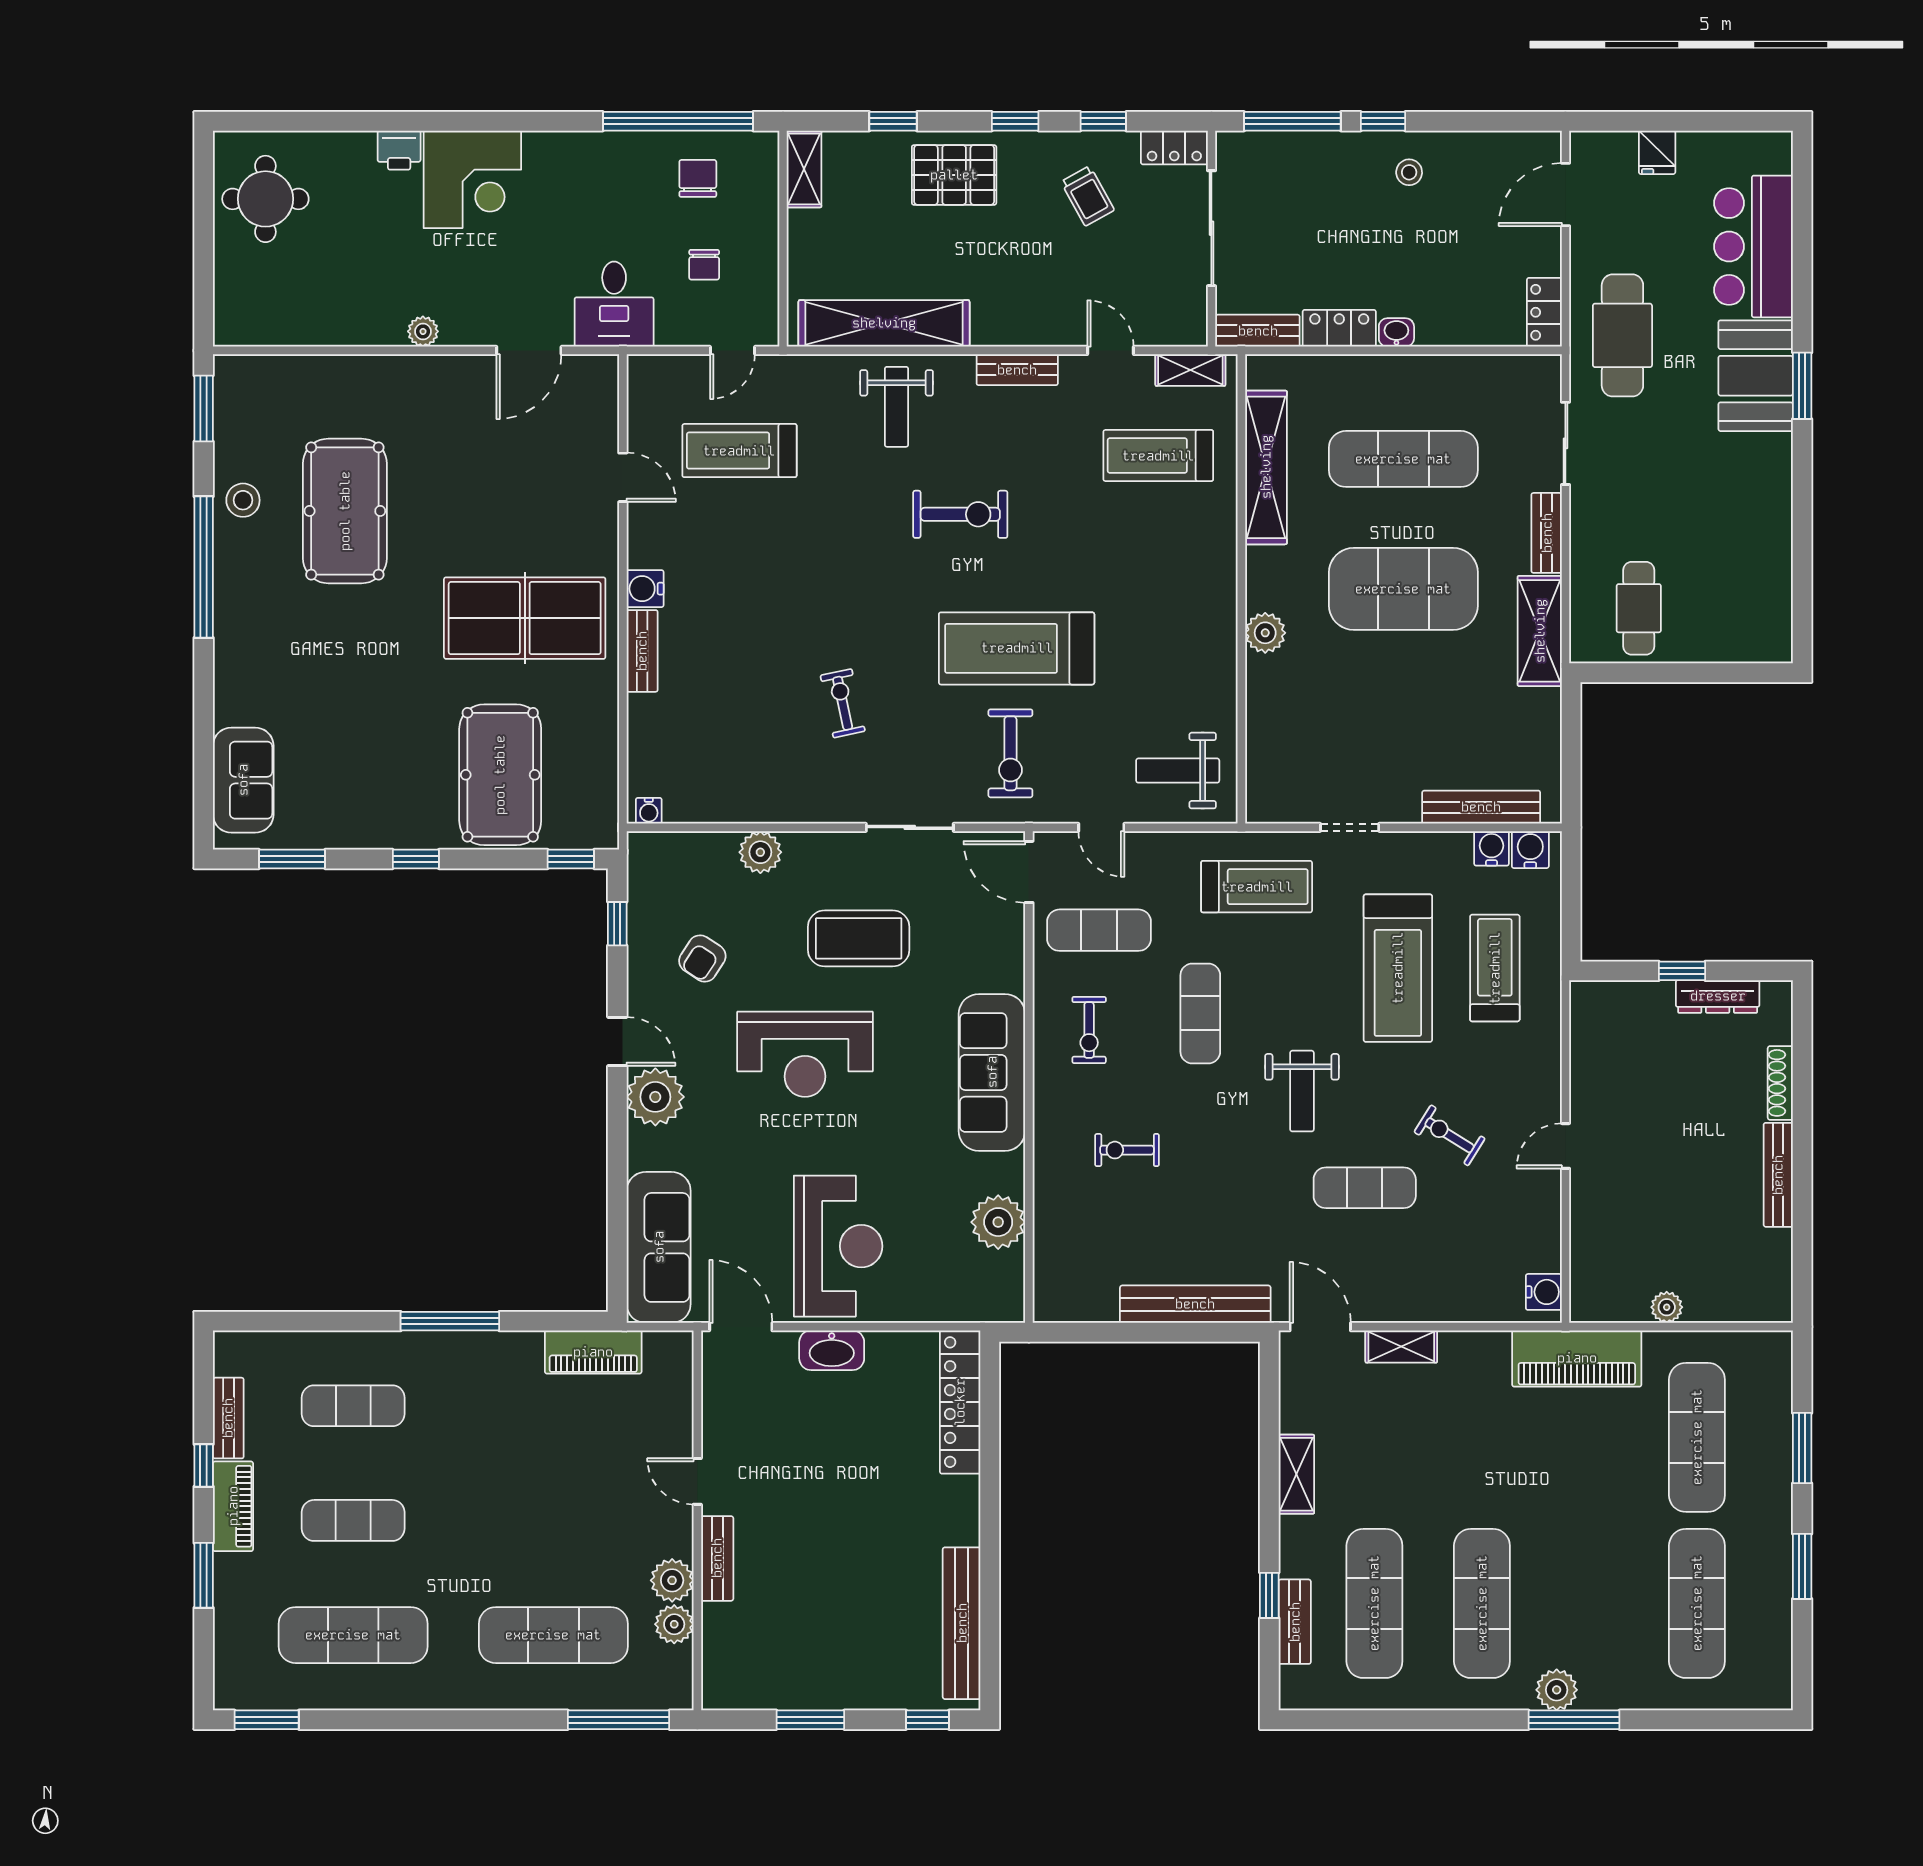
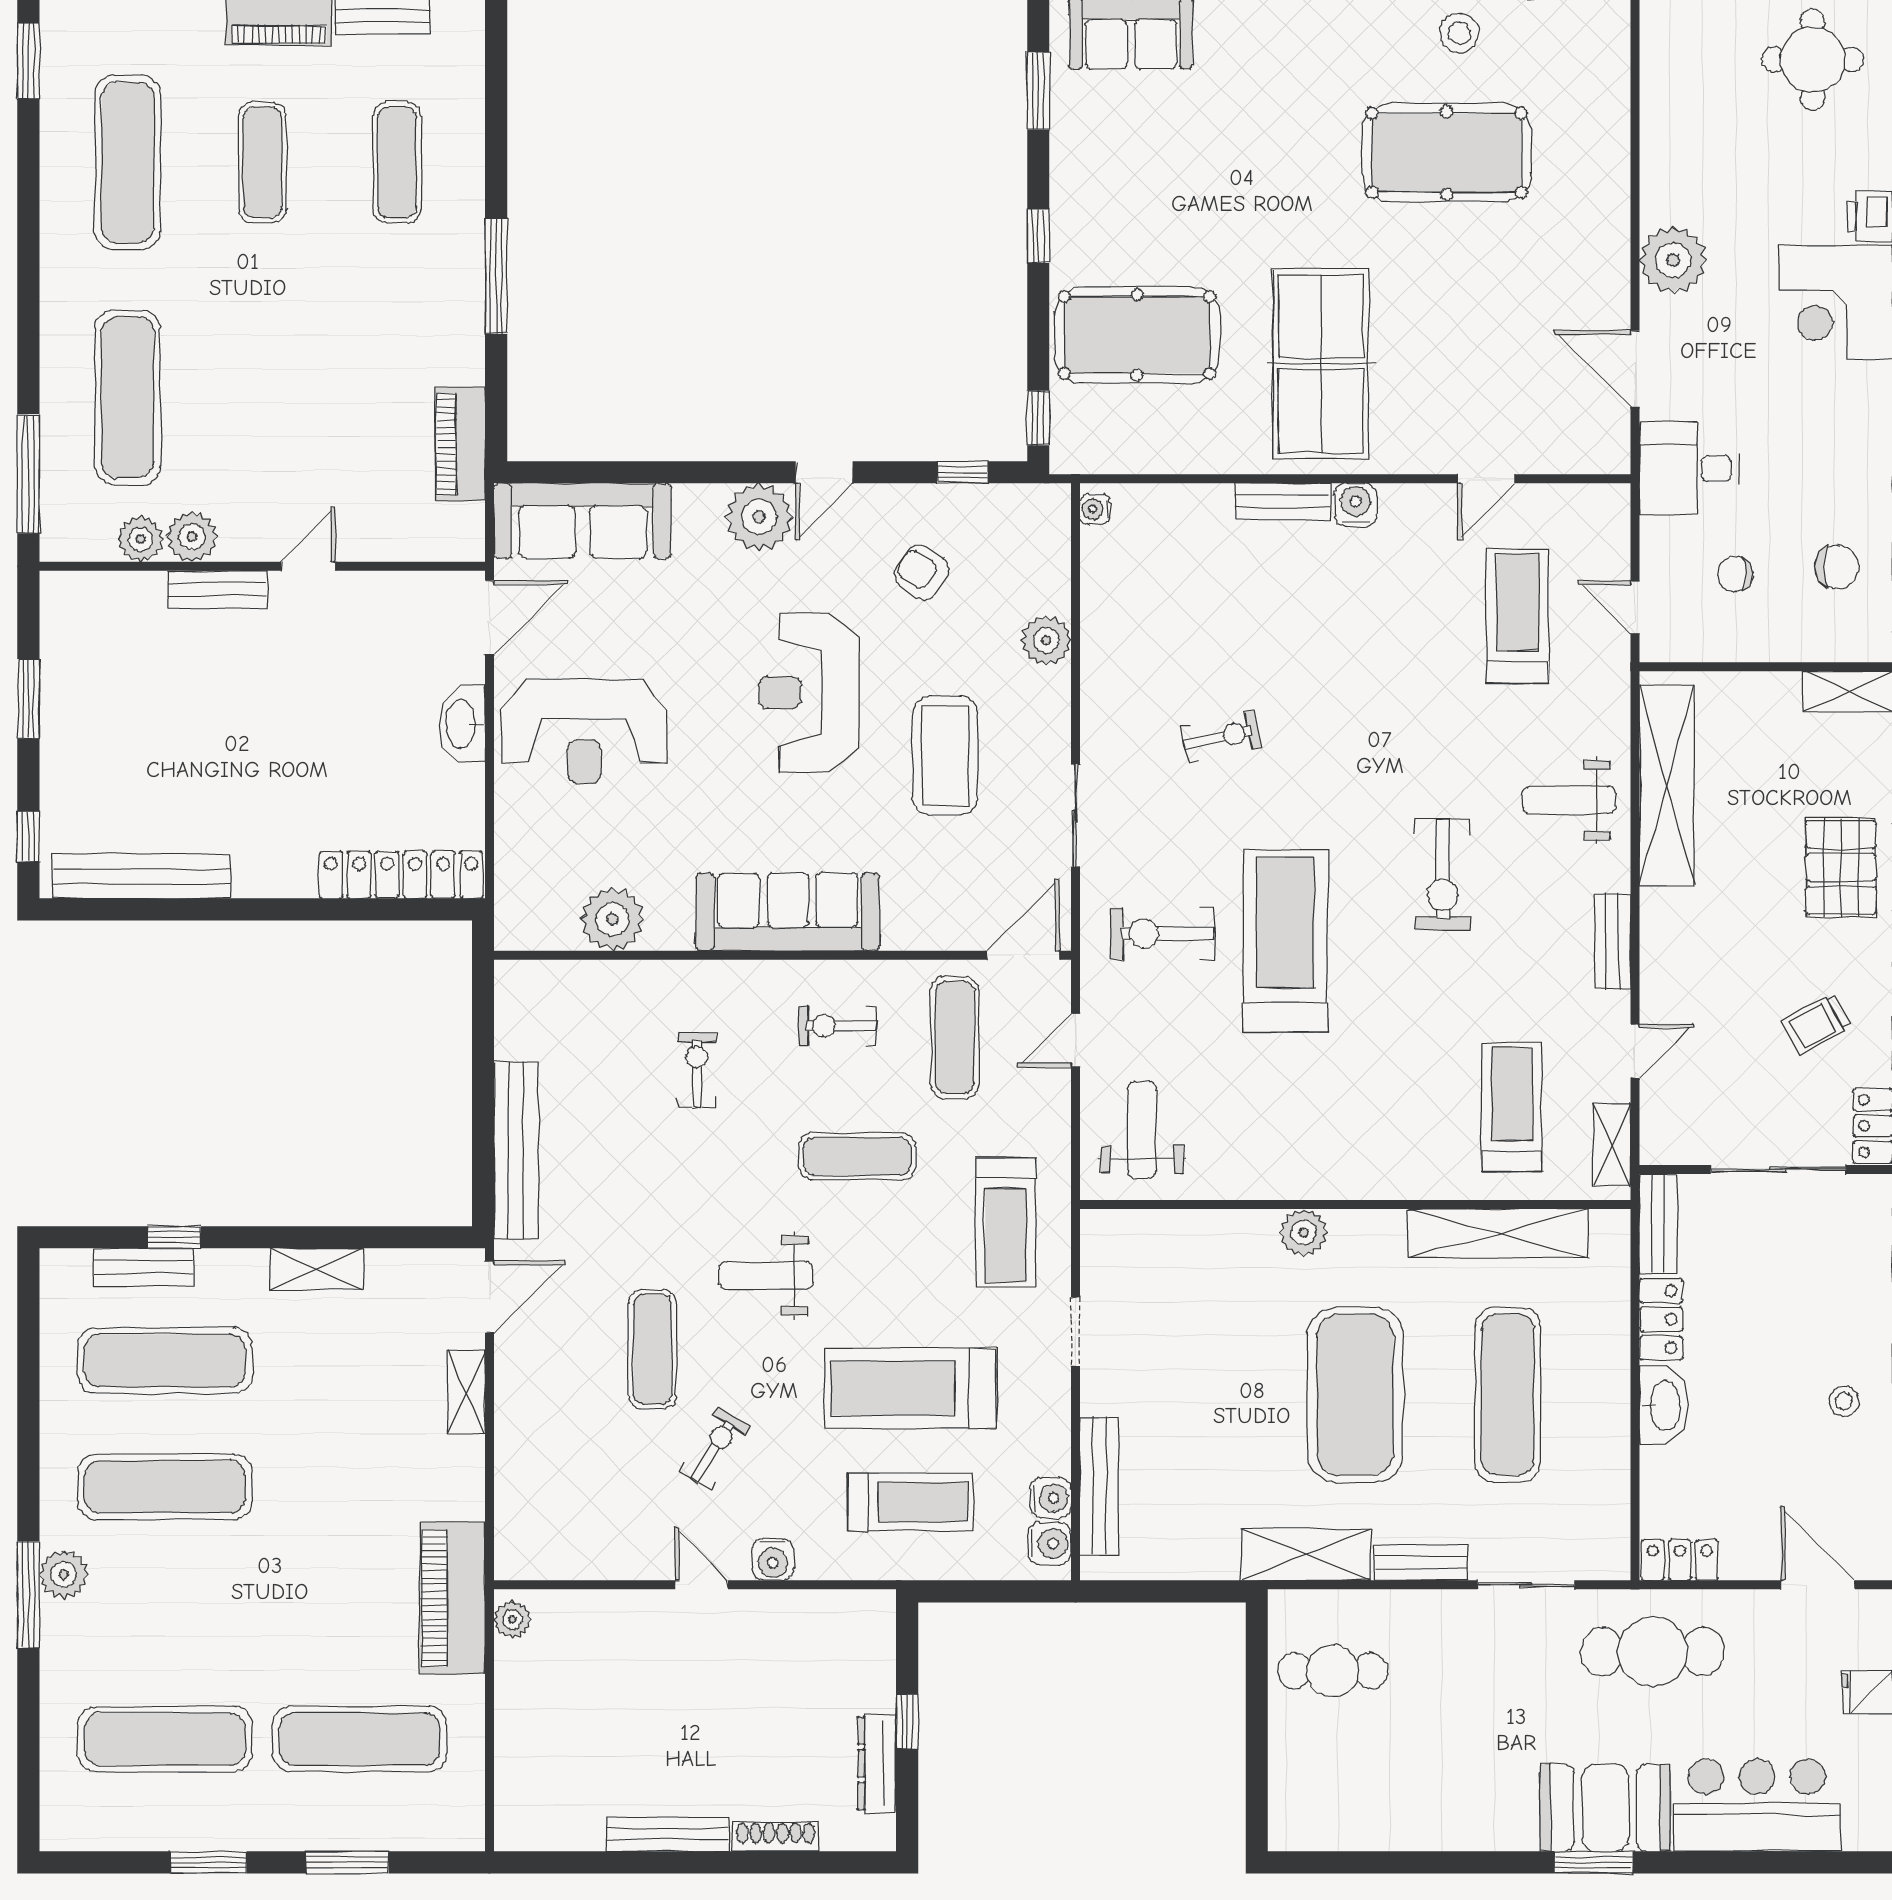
plant: (423, 331) -> (1673, 260), width x1.88, depth x1.88
washbasin: (1396, 332) -> (1664, 1405), width x1.91, depth x1.45
water cooler: (1544, 1292) -> (773, 1559), moved
plant: (1667, 1307) -> (512, 1619), moved

